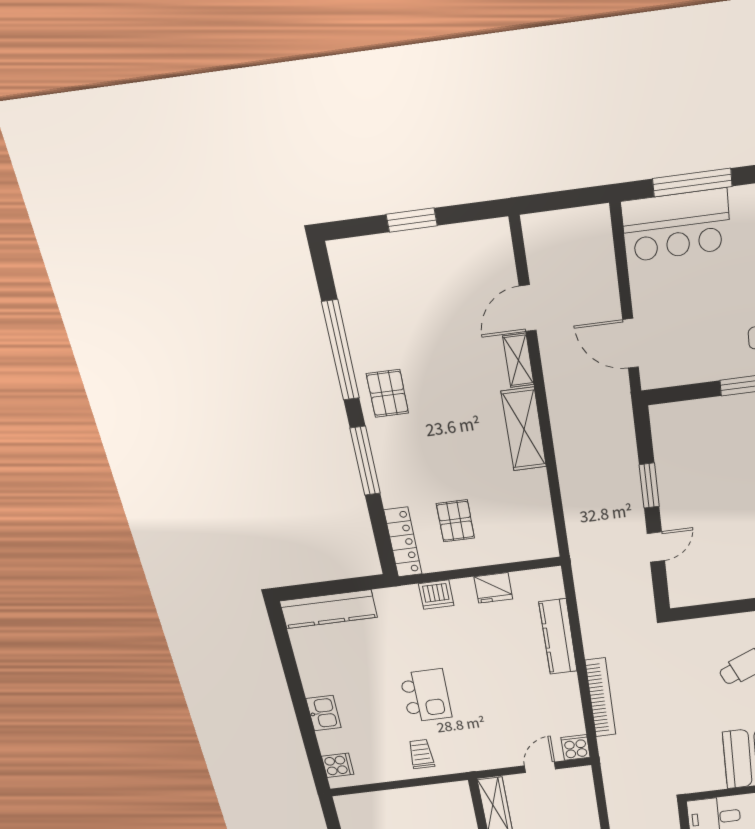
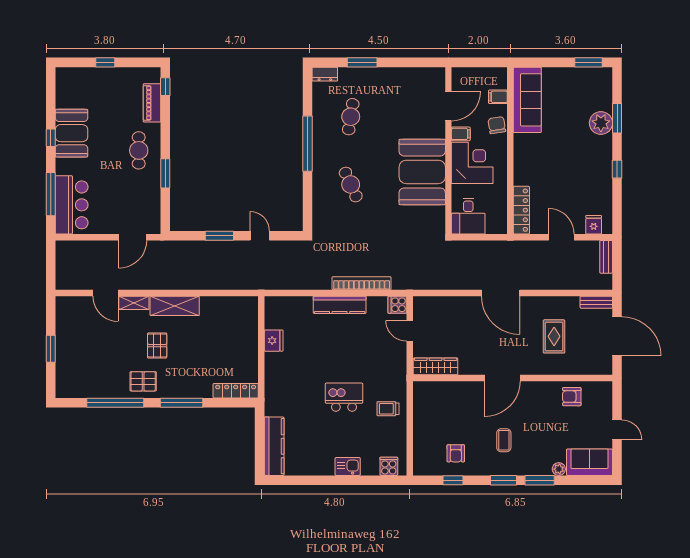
pallet: (455, 521) -> (157, 346), moved, turned 90
dishwasher: (436, 595) -> (273, 377), removed
kitchen counter: (558, 637) -> (340, 305), moved

